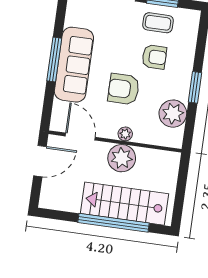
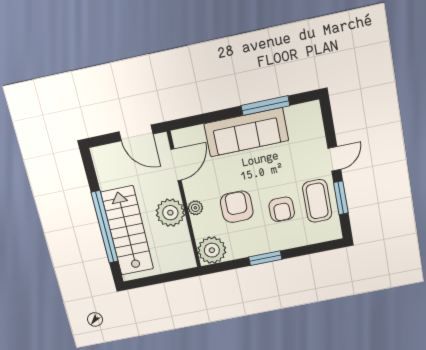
coffee table: (158, 23) -> (317, 201), width x1.36, depth x1.30
window: (54, 60) -> (265, 106), moved
armchair: (124, 89) -> (237, 207), moved
plant: (173, 114) -> (212, 250), moved

